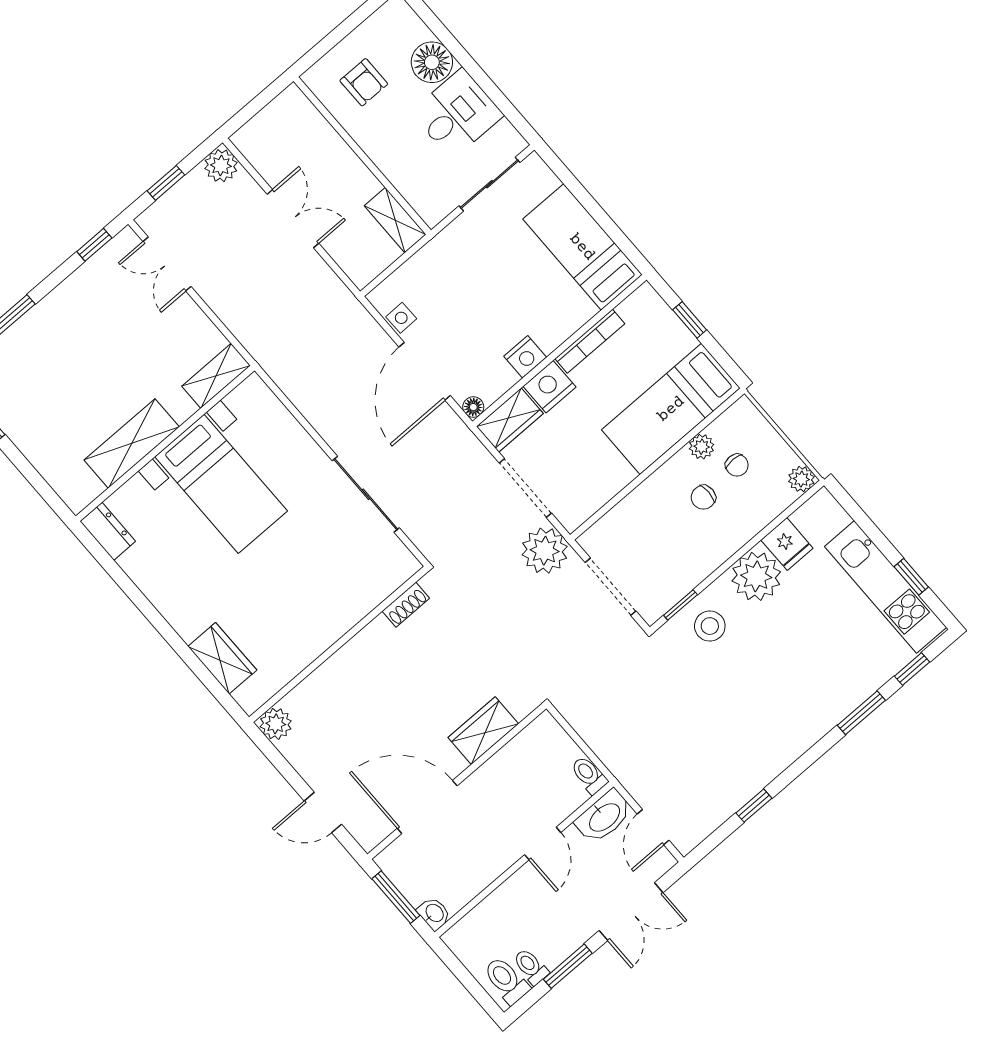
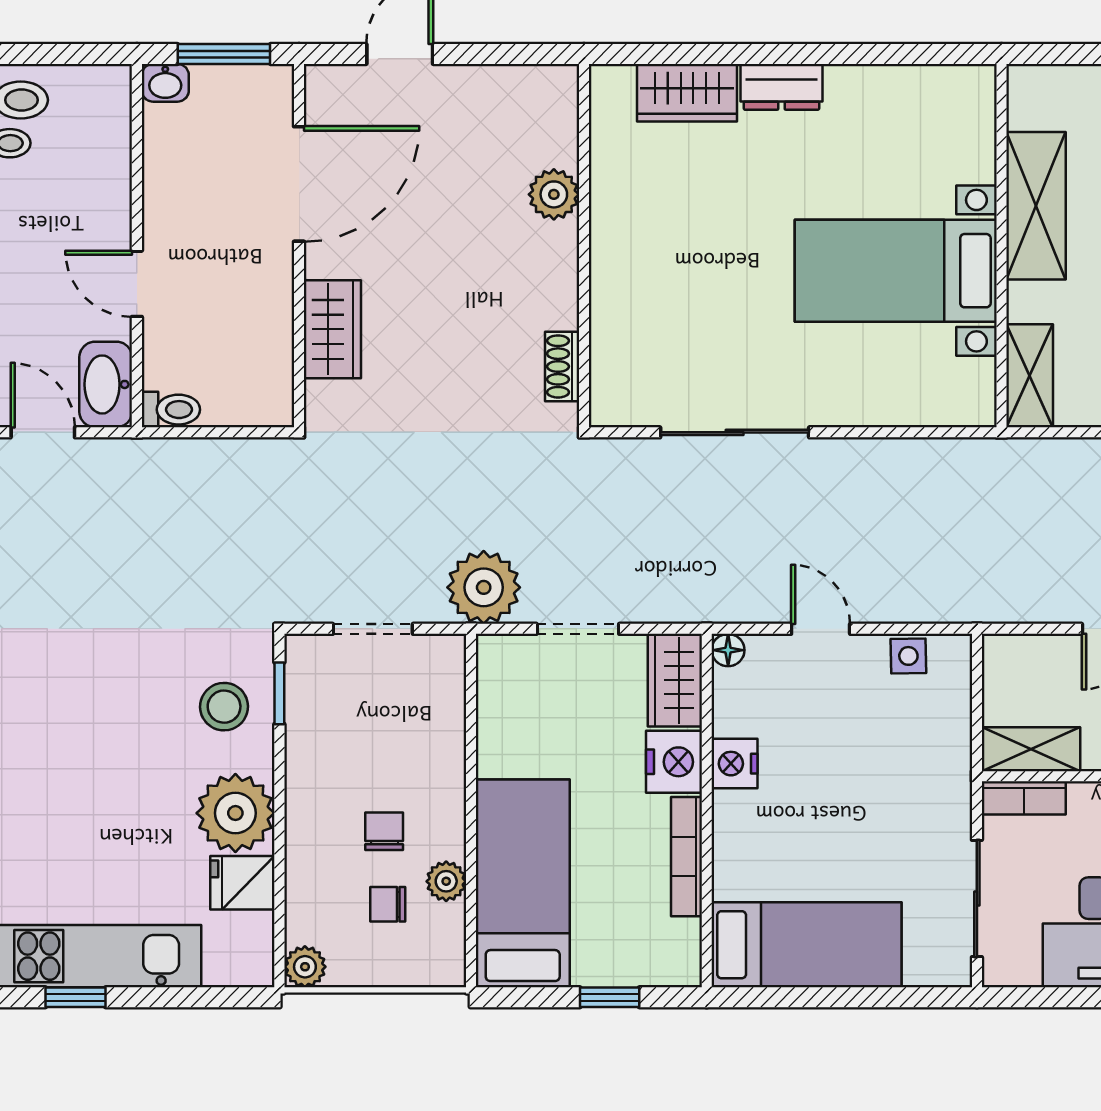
bookcase: (422, 203) -> (1024, 798), added
door: (425, 371) -> (821, 629), width x0.53
doorway: (525, 488) -> (578, 629), width x0.73
dresser: (108, 531) -> (781, 87), moved
doorway: (611, 587) -> (373, 629), width x0.73
plant: (276, 724) -> (554, 194), moved

